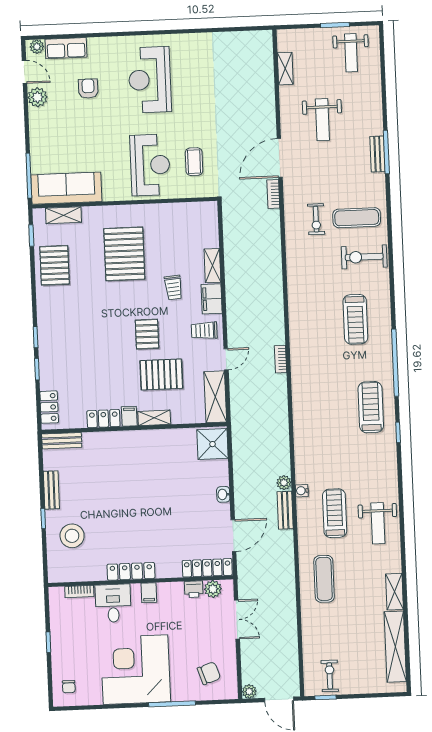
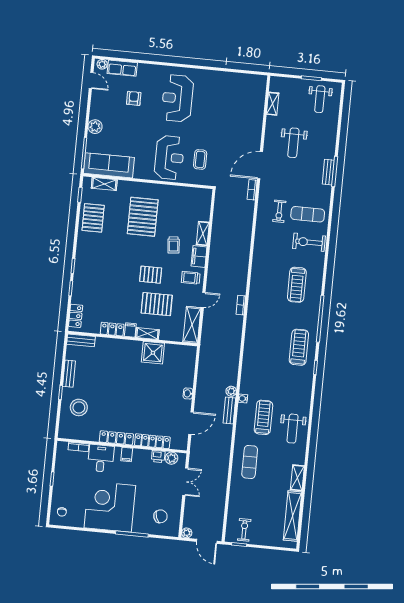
plant: (38, 97) -> (95, 127), moved
pallet: (147, 334) -> (151, 275), turned 90
shower: (213, 444) -> (153, 353), moved
locker: (207, 568) -> (152, 441), moved

